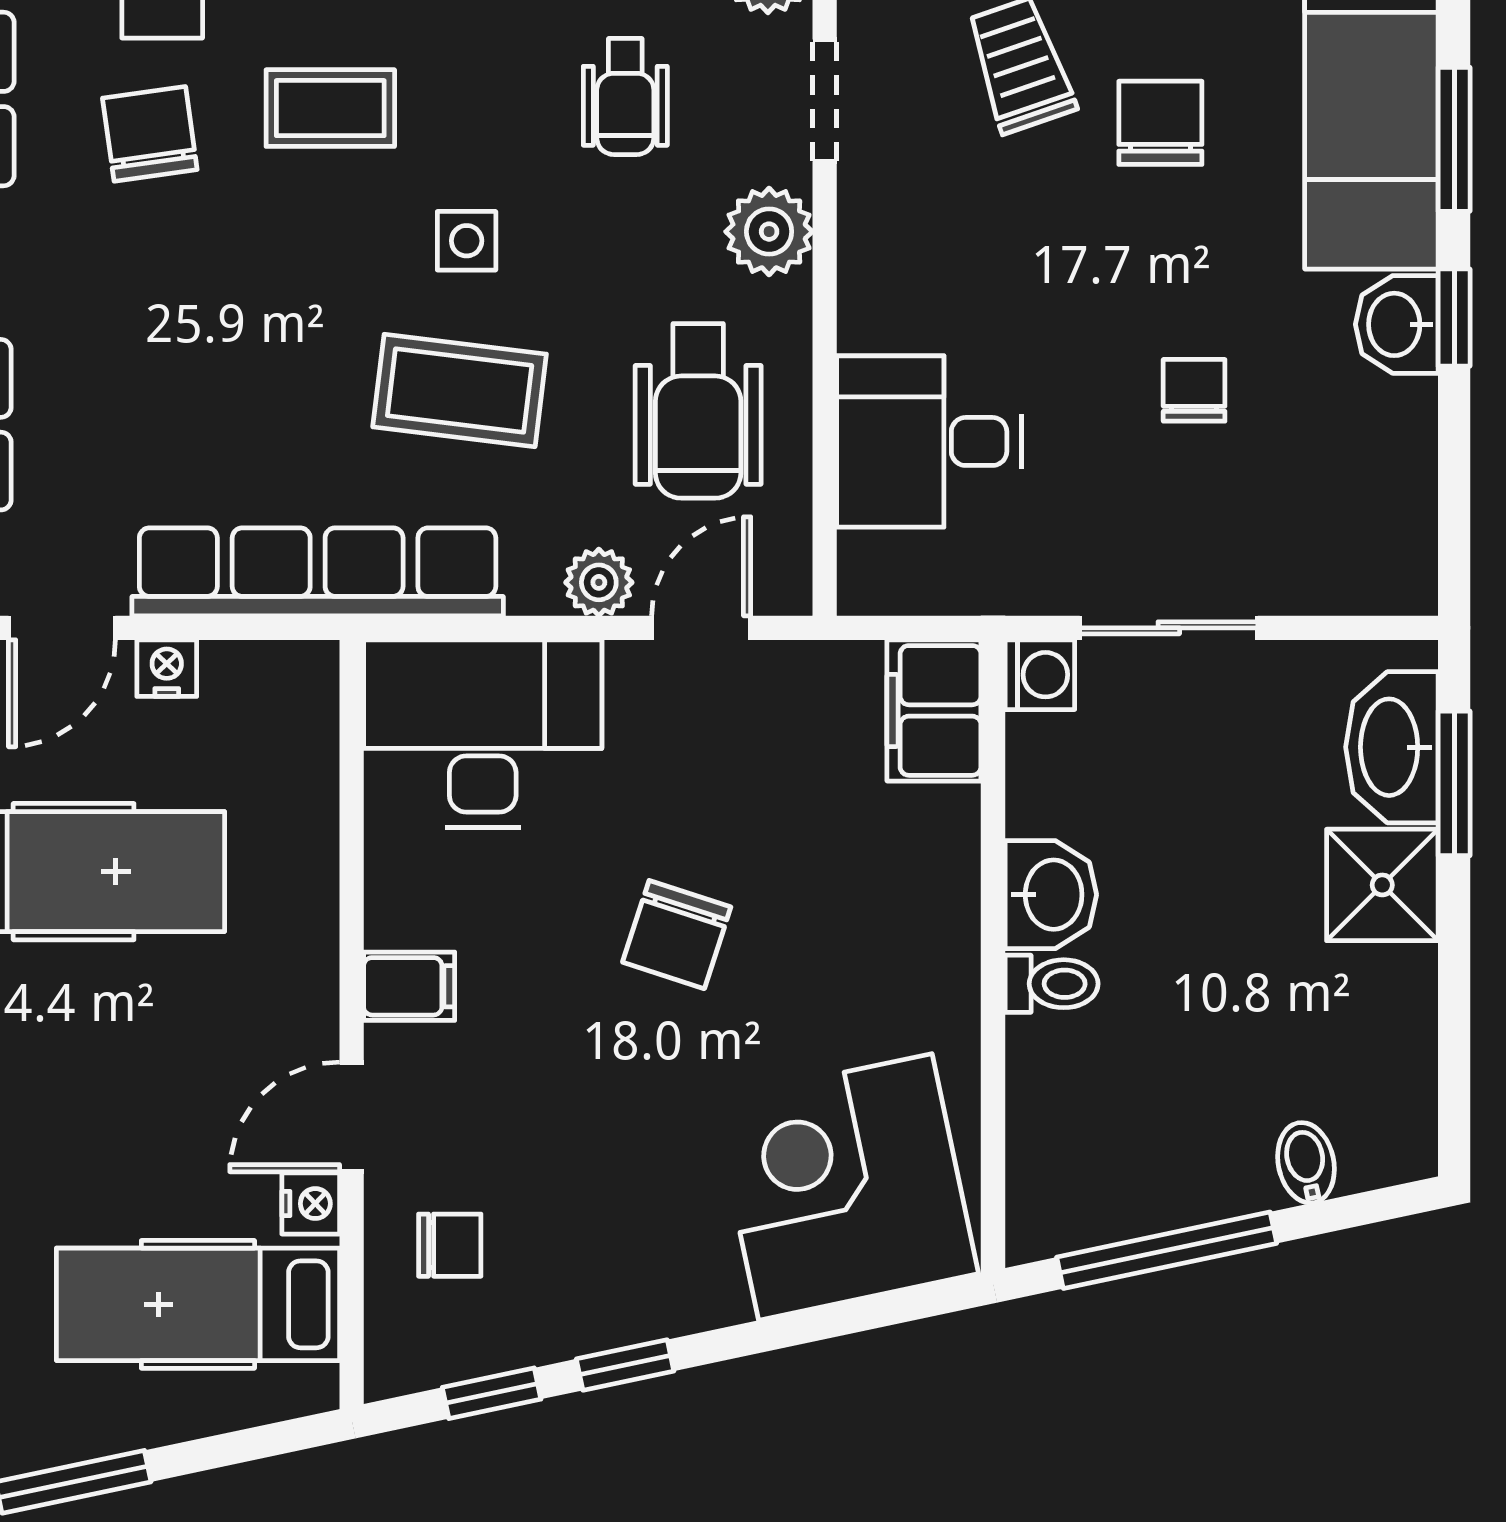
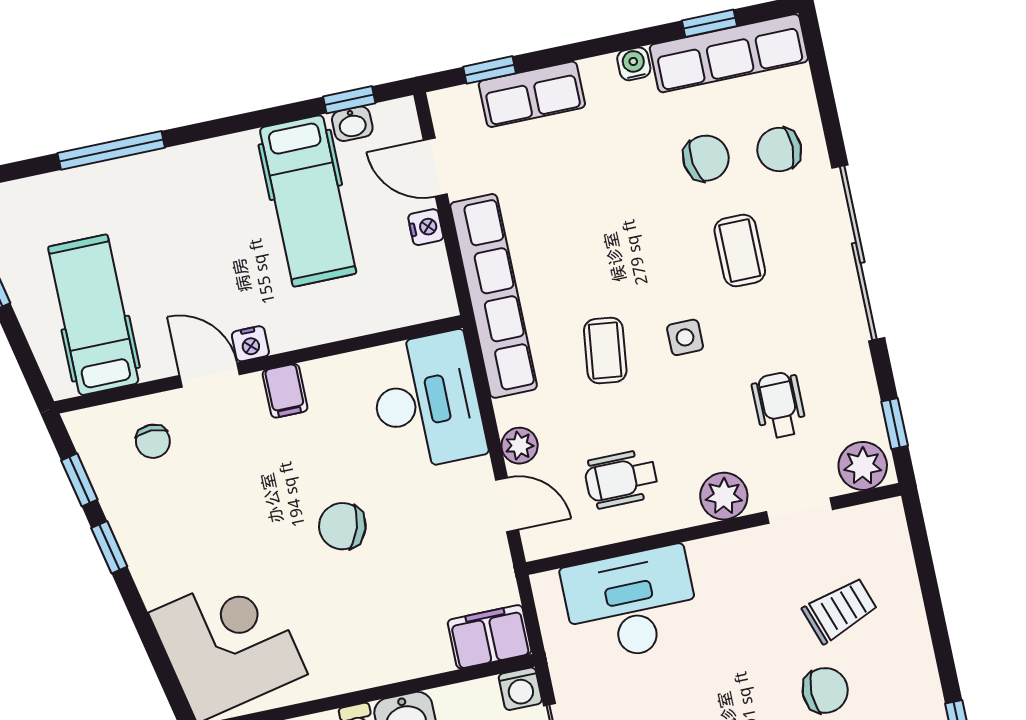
wheelchair: (625, 97) -> (779, 405), turned 90
coffee table: (460, 391) -> (605, 351), width x0.73, depth x0.77
wheelchair: (698, 411) -> (621, 479), width x0.73, depth x0.73
desk: (929, 441) -> (631, 604), width x1.37
nightstand: (311, 1204) -> (250, 344), moved

